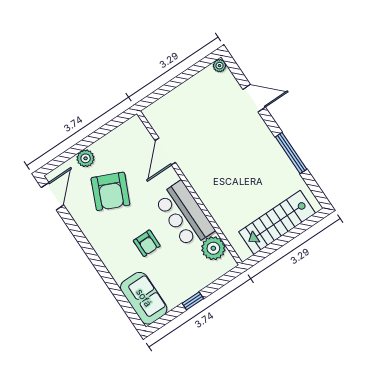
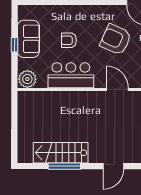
stairs: (277, 222) -> (61, 153), moved, turned -90
plant: (213, 248) -> (27, 79), moved
sofa: (144, 298) -> (28, 39), moved, turned -90

